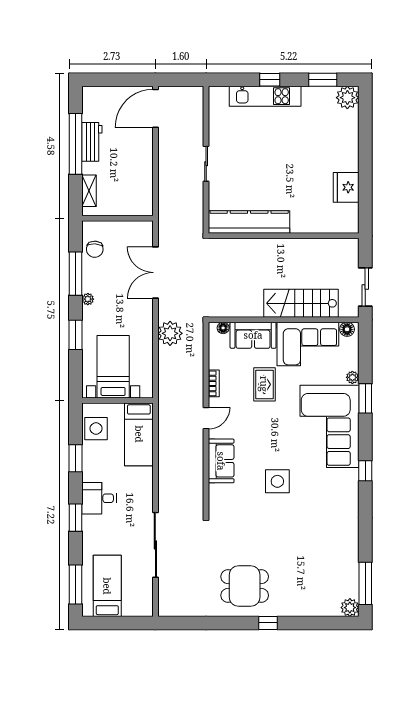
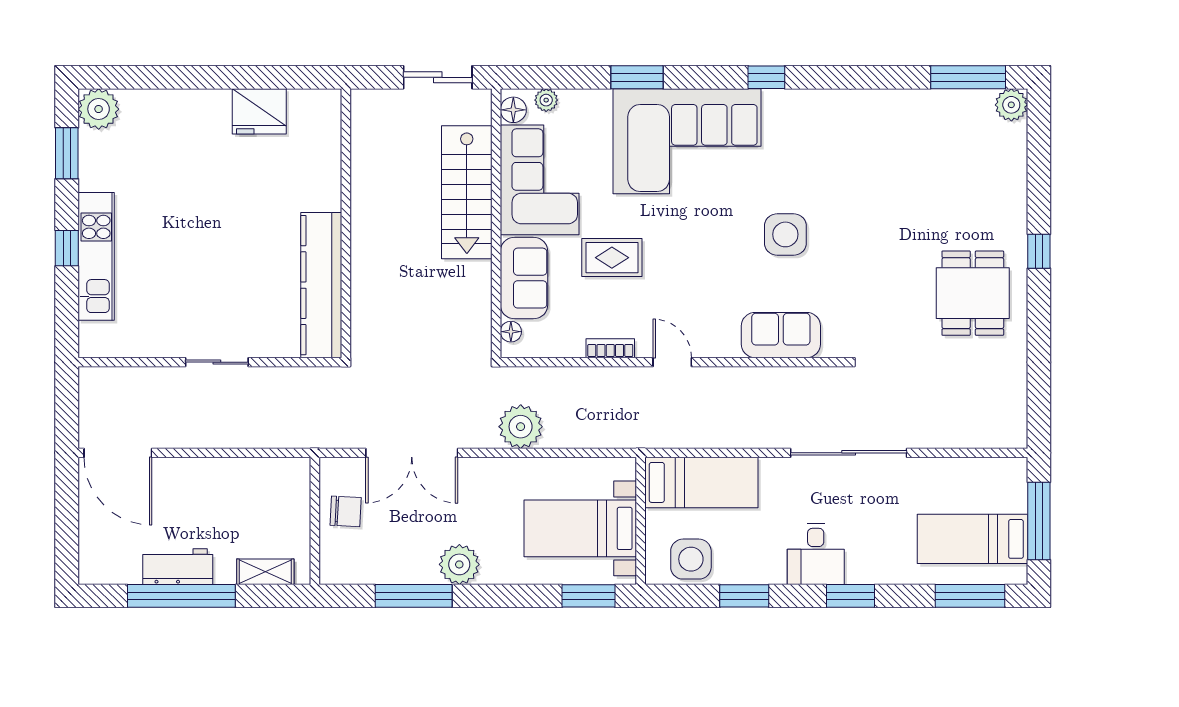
chair: (95, 249) -> (346, 511), moved
plant: (88, 299) -> (459, 564), width x1.87, depth x1.87
window: (75, 335) -> (588, 596), moved
plant: (352, 377) -> (546, 100), moved
sofa: (221, 461) -> (781, 335), moved
sliding door: (155, 545) -> (849, 453), moved
window: (117, 623) -> (1039, 521), added

